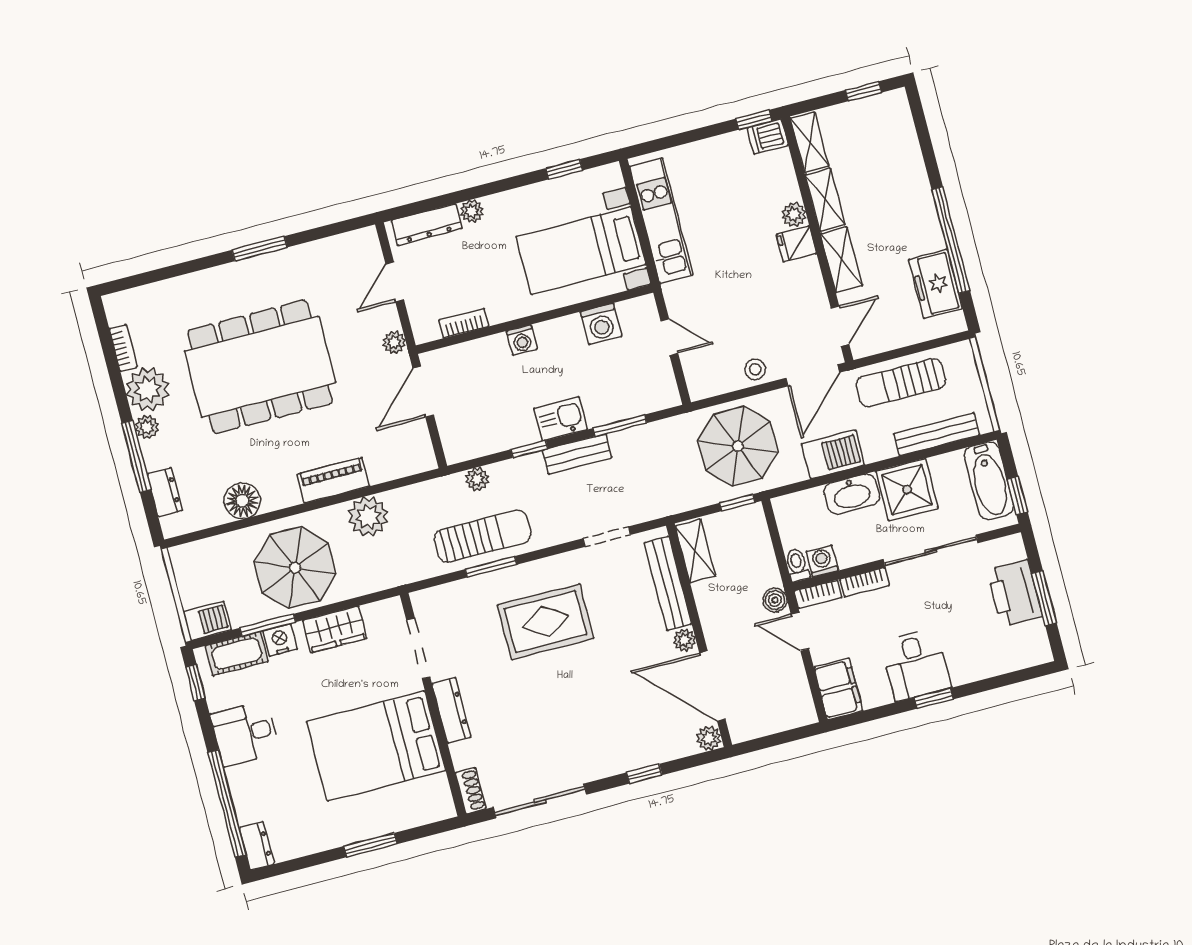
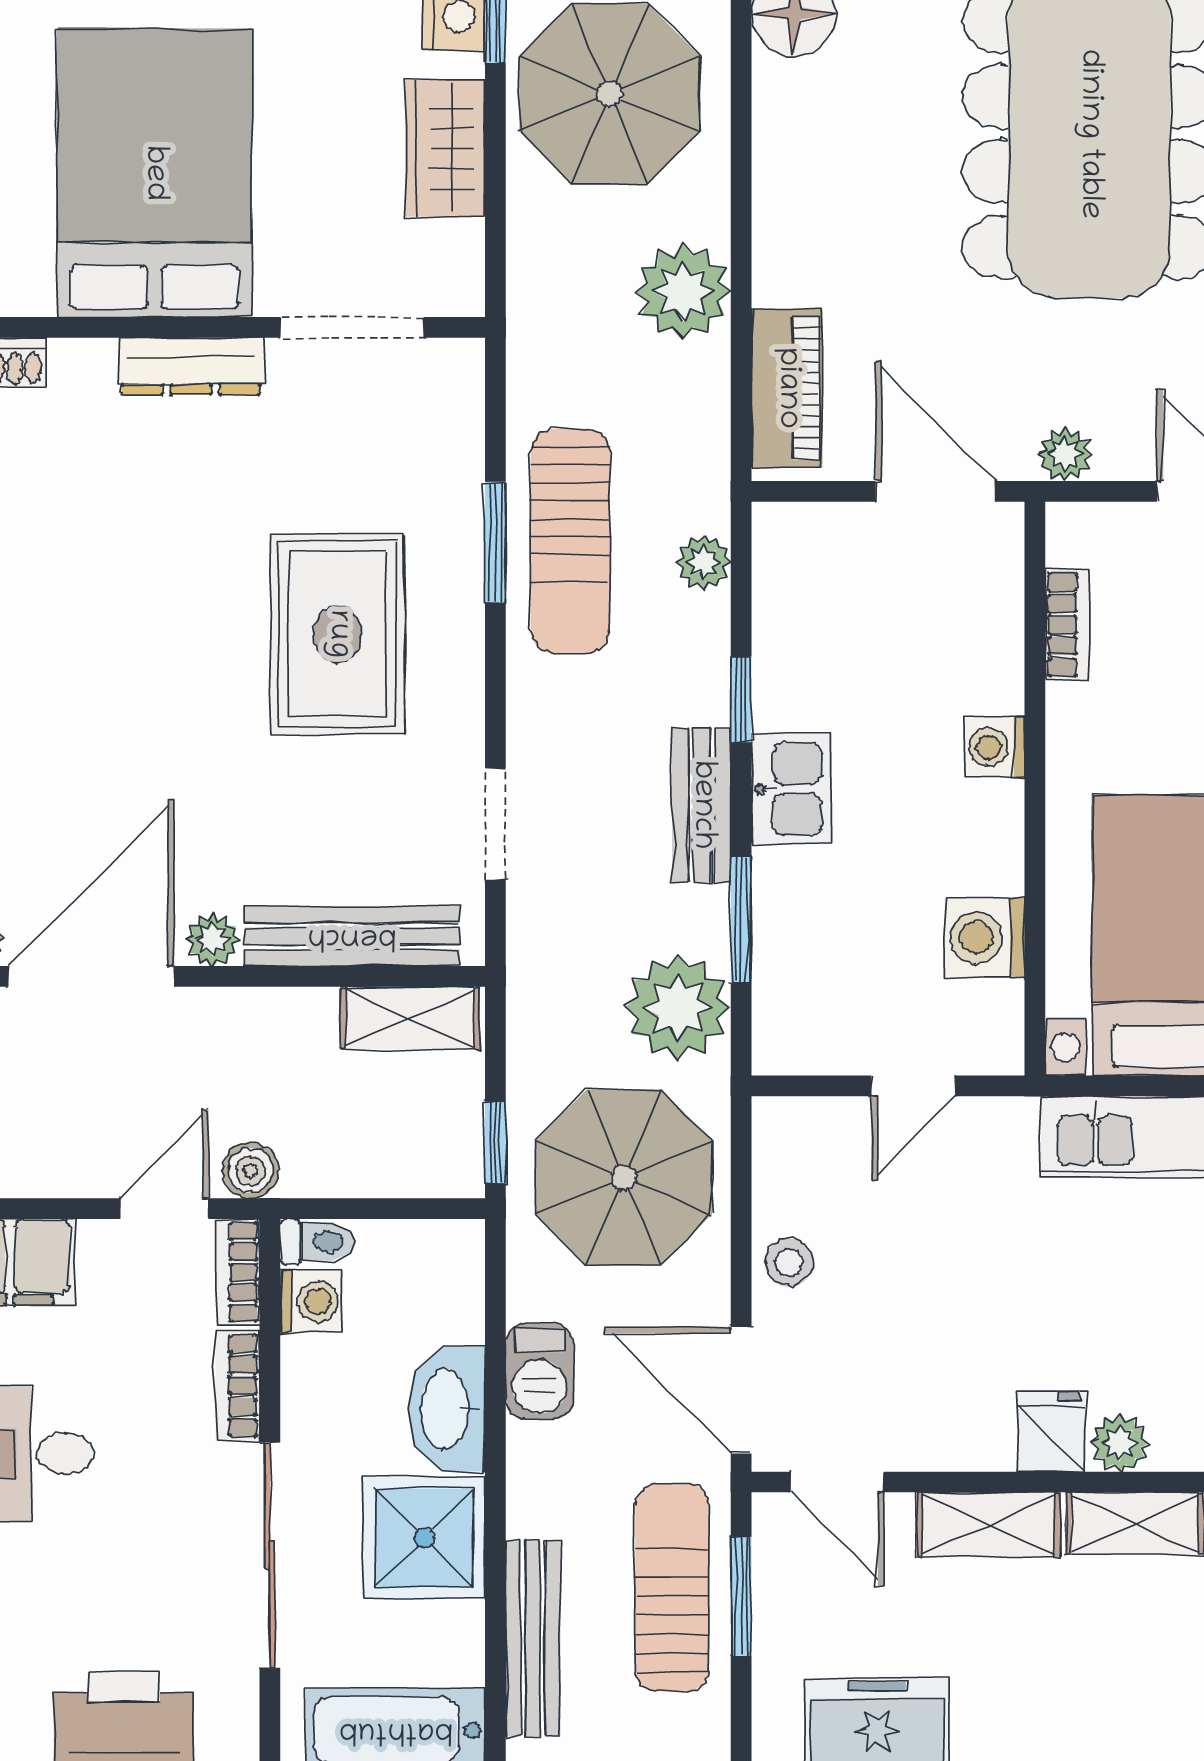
window: (897, 353) -> (741, 1596), added
plant: (662, 442) -> (678, 1007), added
barbecue: (833, 454) -> (540, 1371), width x0.73, depth x0.79
piano: (333, 480) -> (787, 388), moved

